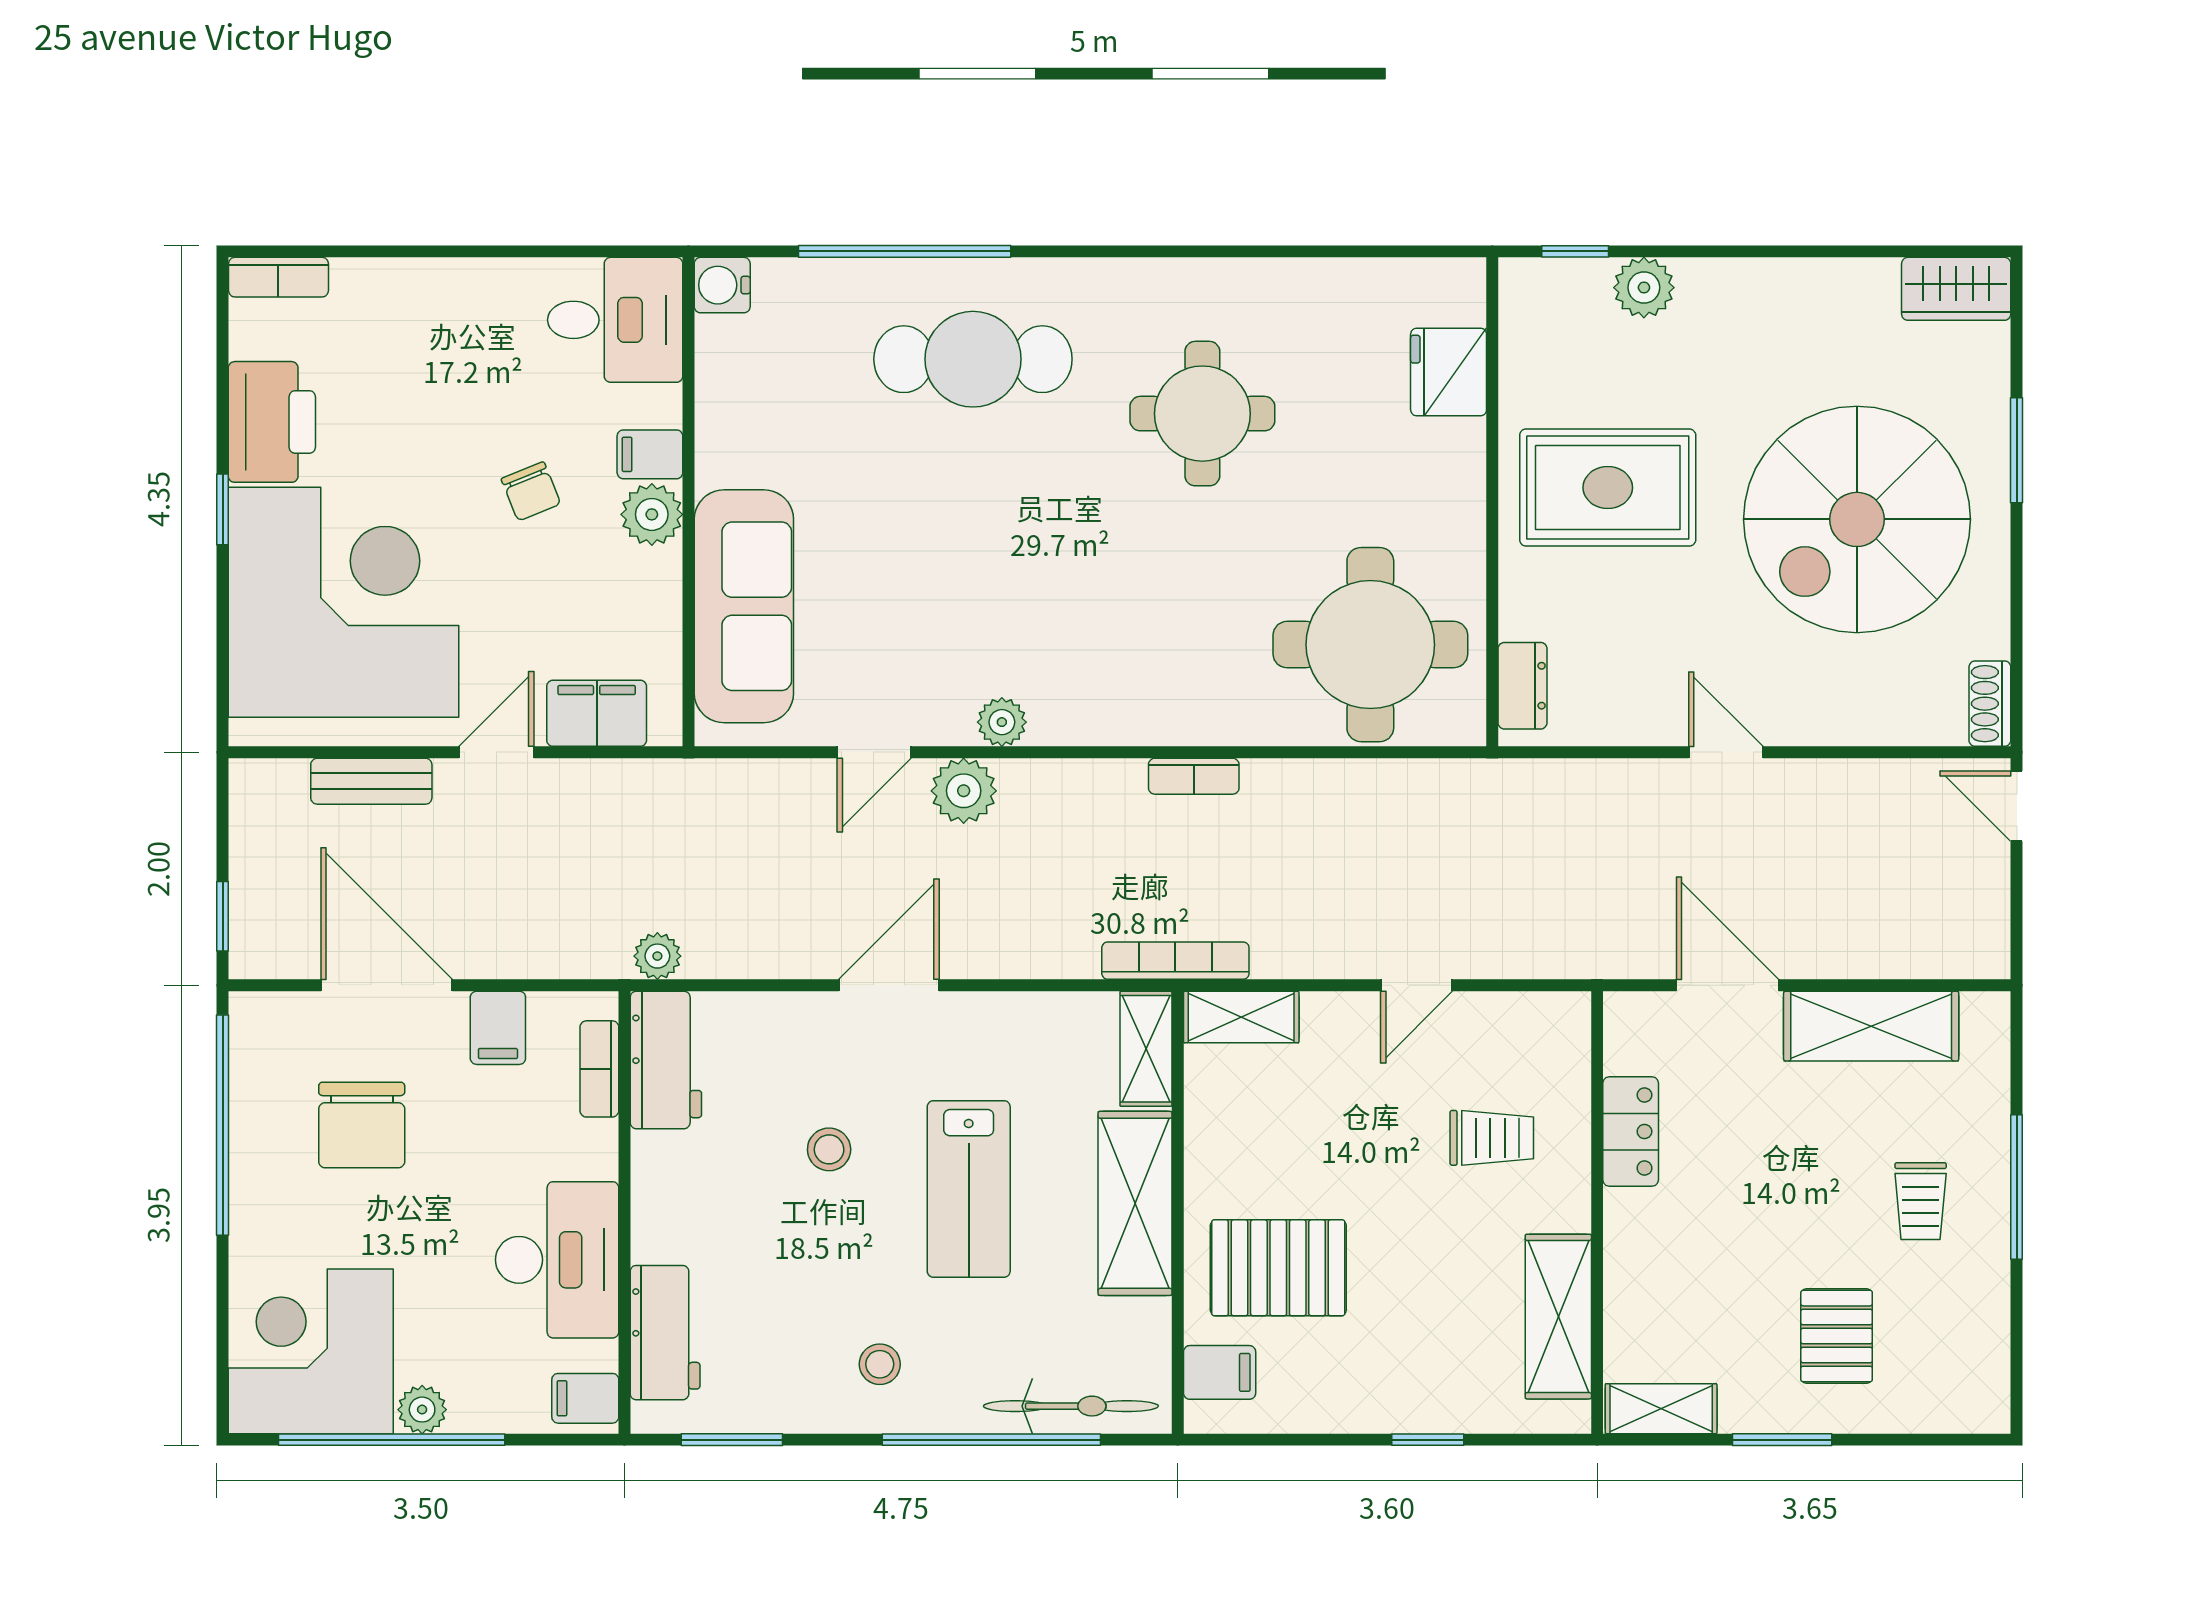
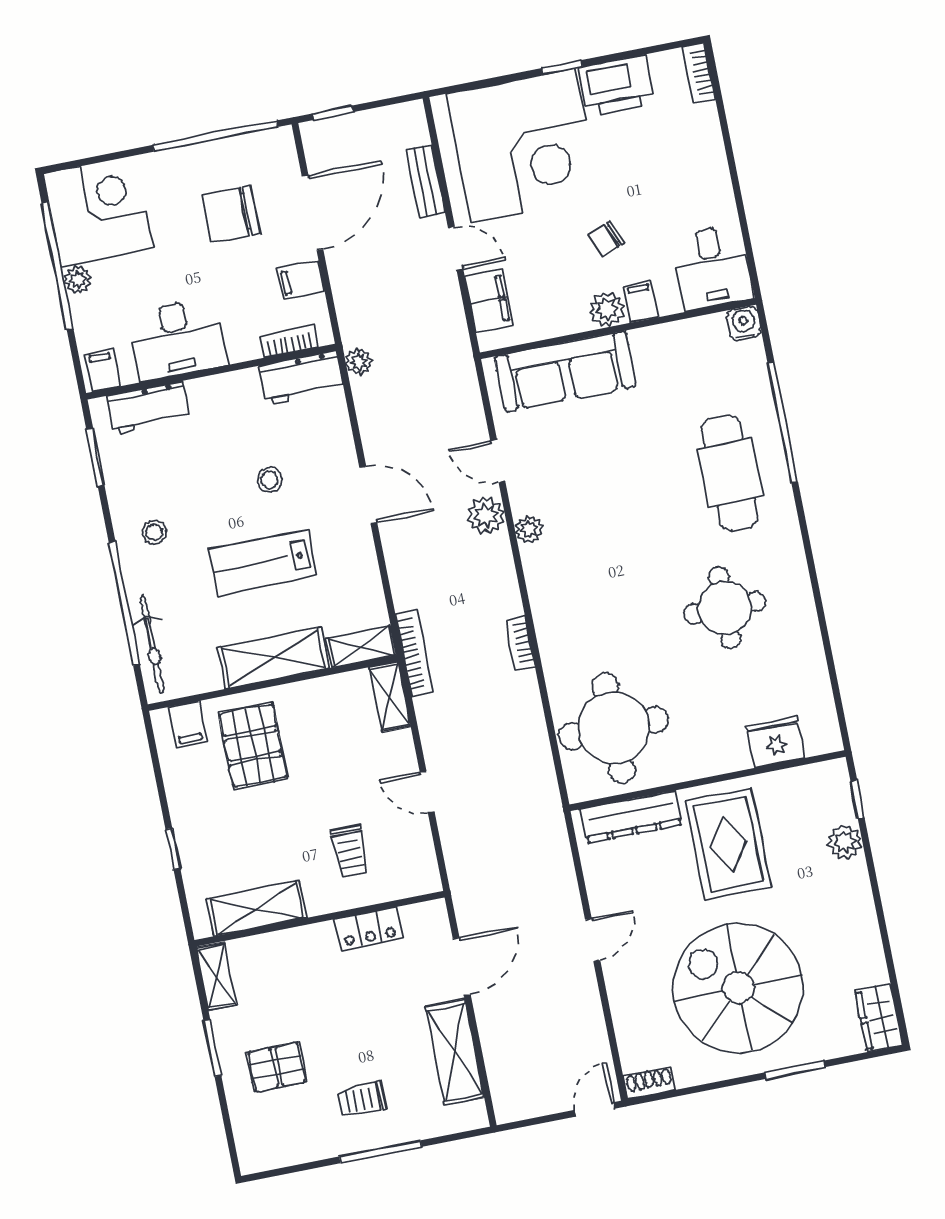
dresser: (1523, 686) -> (632, 817), width x1.96, depth x1.24

